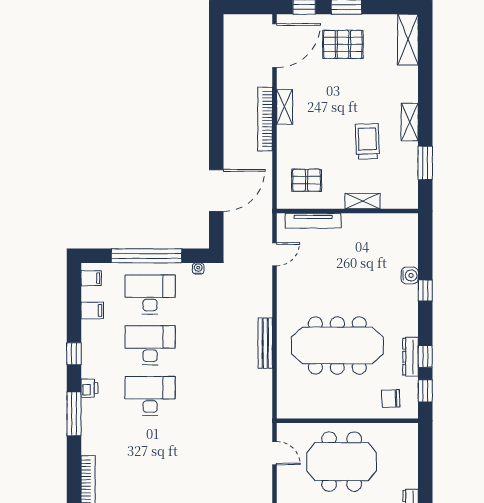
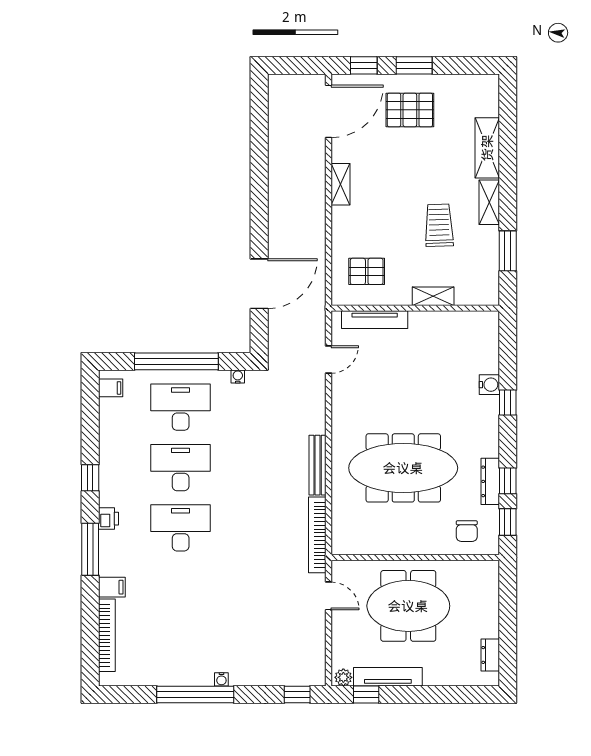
shelving: (408, 40) -> (487, 148), moved
bookcase: (265, 119) -> (317, 535), moved
filing cabinet: (92, 310) -> (112, 587), moved
chair: (391, 399) -> (467, 531), turned -88

